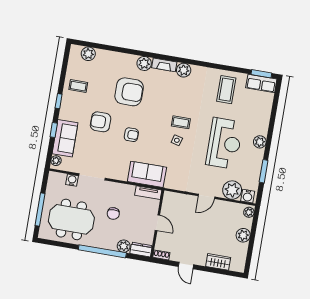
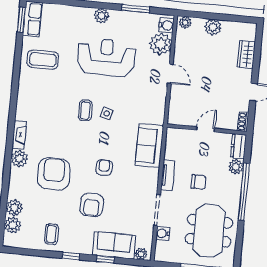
plant: (184, 70) -> (14, 208), moved
tv unit: (148, 193) -> (168, 175), moved

